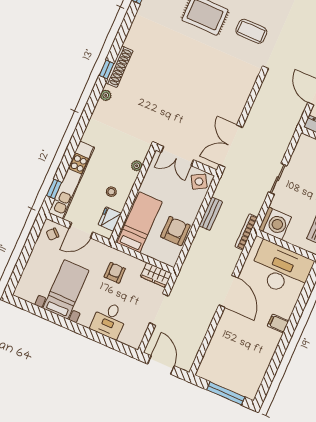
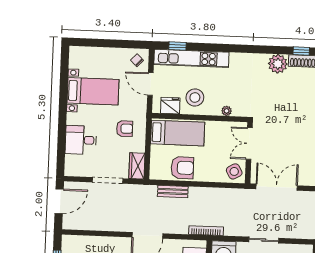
plant: (106, 95) -> (278, 64), width x1.88, depth x1.88
stool: (111, 192) -> (195, 98), width x1.89, depth x1.89
bench: (211, 214) -> (173, 191), moved

